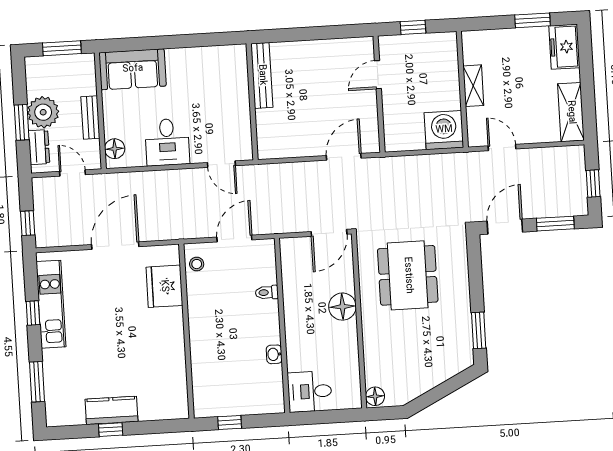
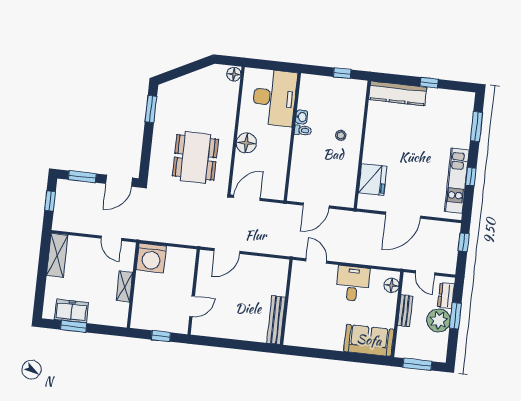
freezer: (564, 47) -> (71, 311), moved, turned -90
stool: (197, 264) -> (341, 135), moved
toilet: (267, 292) -> (303, 130), moved
desk: (310, 391) -> (274, 98), width x1.87, depth x1.30
kitchen counter: (111, 410) -> (398, 93), moved, width x1.50

